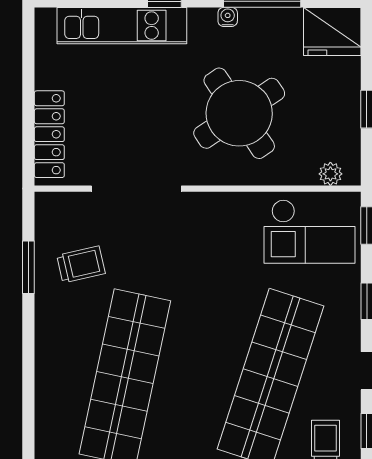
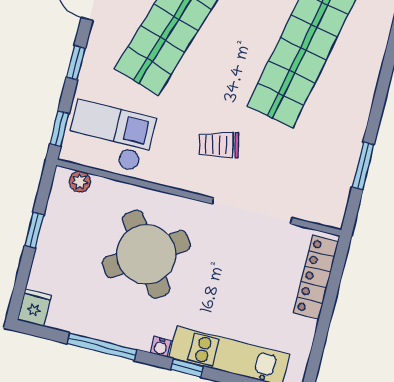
water cooler: (228, 17) -> (161, 347), moved
fridge: (332, 32) -> (34, 308), width x0.53, depth x0.75
trolley: (81, 264) -> (219, 145), moved

